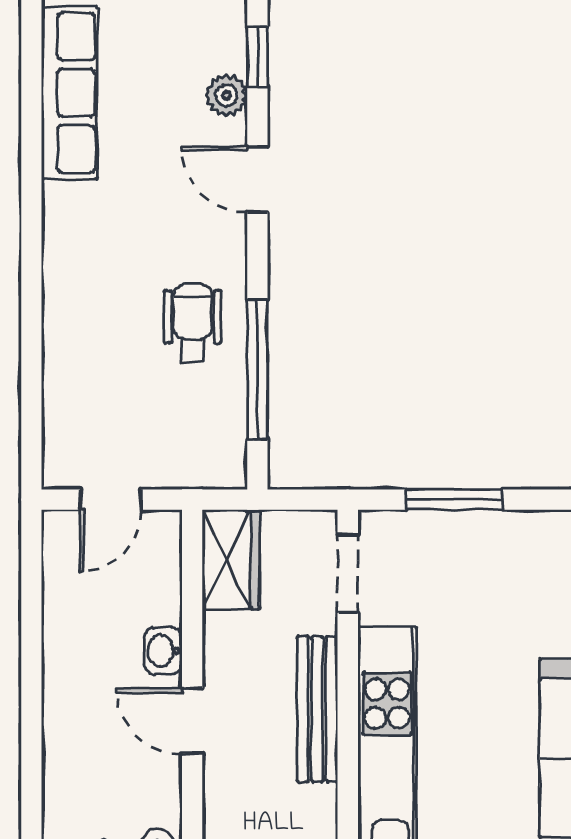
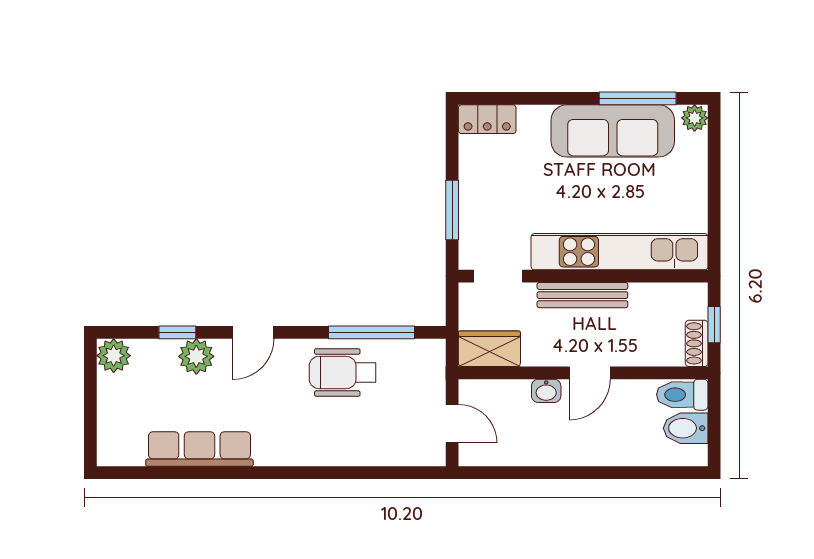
plant: (226, 95) -> (196, 356), width x1.38, depth x1.38
wheelchair: (193, 323) -> (343, 373), width x1.36, depth x1.37

